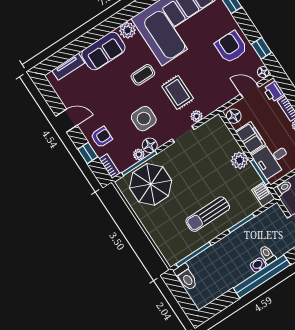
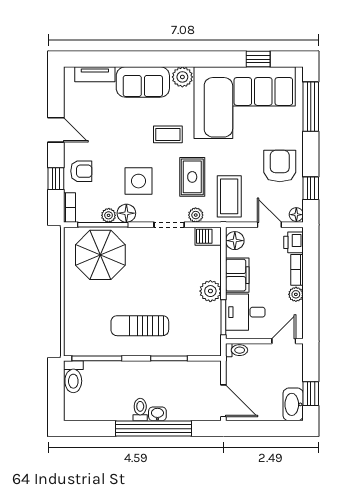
coffee table: (211, 89) -> (229, 196), added
barbecue: (263, 194) -> (208, 236), moved, turned -90
toilet: (268, 255) -> (140, 410), moved

